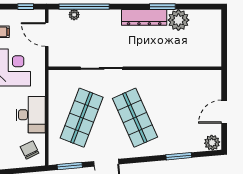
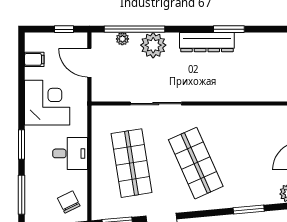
plant: (178, 20) -> (153, 45), moved
desk: (31, 115) -> (70, 153), width x0.73
shop shelf: (82, 118) -> (131, 163), turned -30

